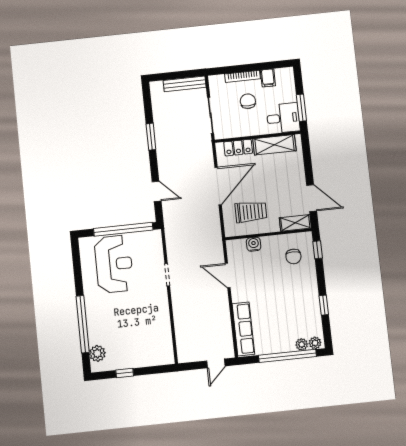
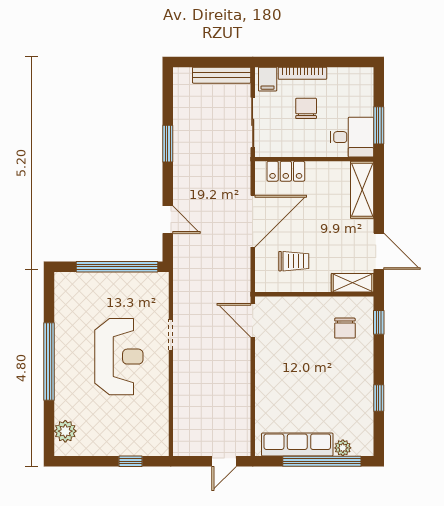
filing cabinet: (268, 78) -> (268, 79), moved
shelving: (274, 145) -> (362, 190), moved, turned 90
trolley: (251, 212) -> (294, 261), width x0.73, depth x0.72
water cooler: (254, 244) -> (293, 306), removed
reception desk: (114, 264) -> (119, 357), moved
door: (228, 276) -> (253, 320), moved
window: (83, 324) -> (49, 362), moved
row of seats: (243, 329) -> (297, 444), moved, turned -90
plant: (315, 343) -> (361, 448), removed
window: (125, 373) -> (131, 461), moved

